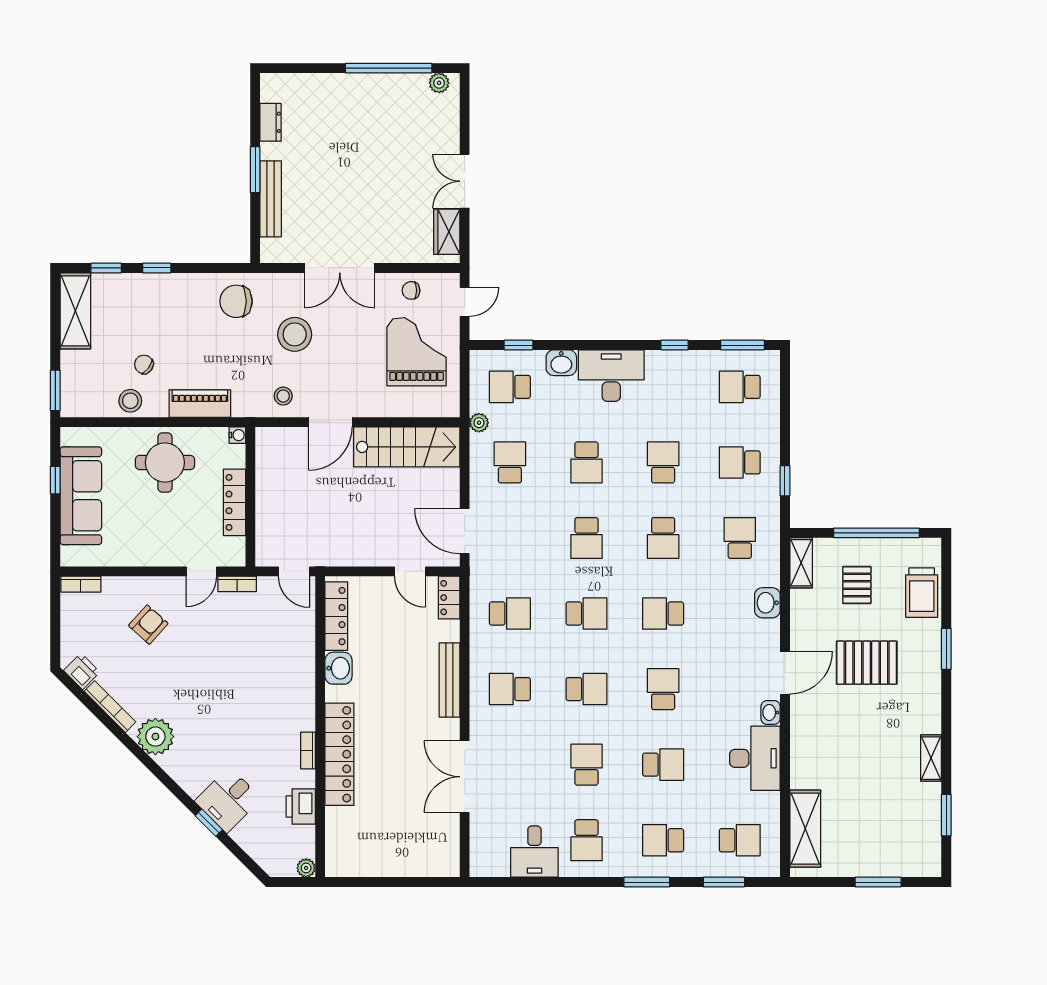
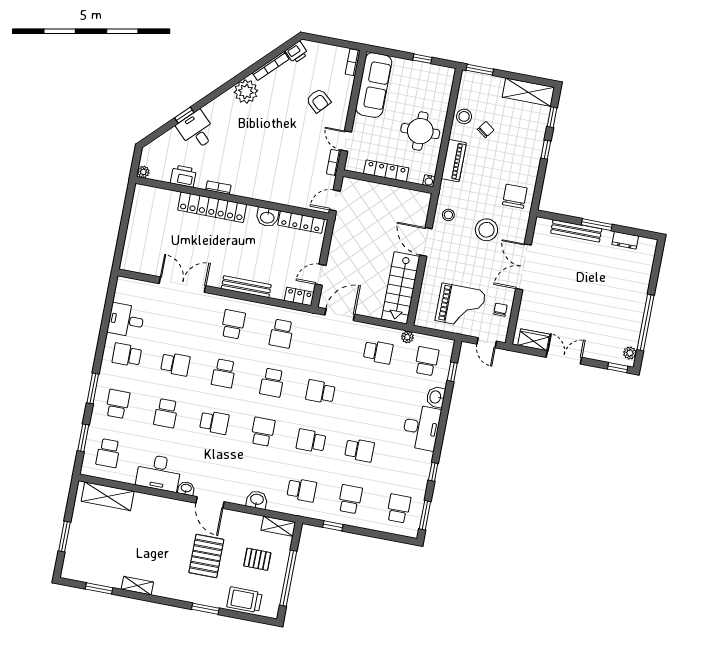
window: (465, 97) -> (618, 368), added
school desk: (586, 462) -> (369, 401), removed
sofa: (81, 496) -> (374, 85), moved, turned -90

